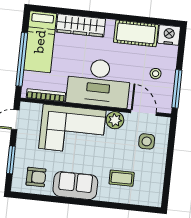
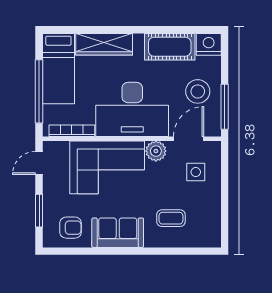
stool: (156, 74) -> (198, 91), width x1.89, depth x1.89
door: (144, 113) -> (189, 139), hinge flipped

